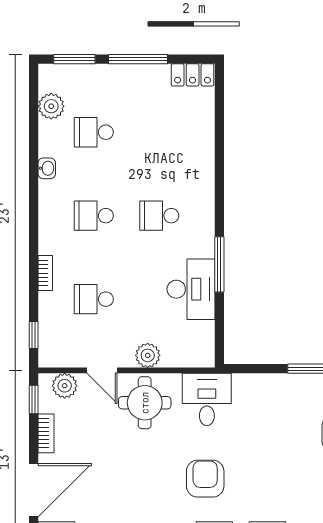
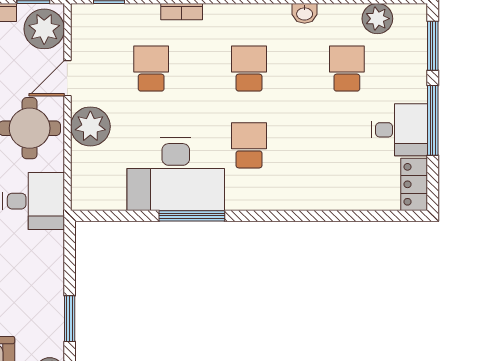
desk: (146, 88) -> (399, 130), added
desk: (191, 289) -> (176, 174), width x1.36, depth x1.30
plant: (148, 355) -> (90, 126), width x1.36, depth x1.36
plant: (65, 386) -> (44, 29), width x1.36, depth x1.36

